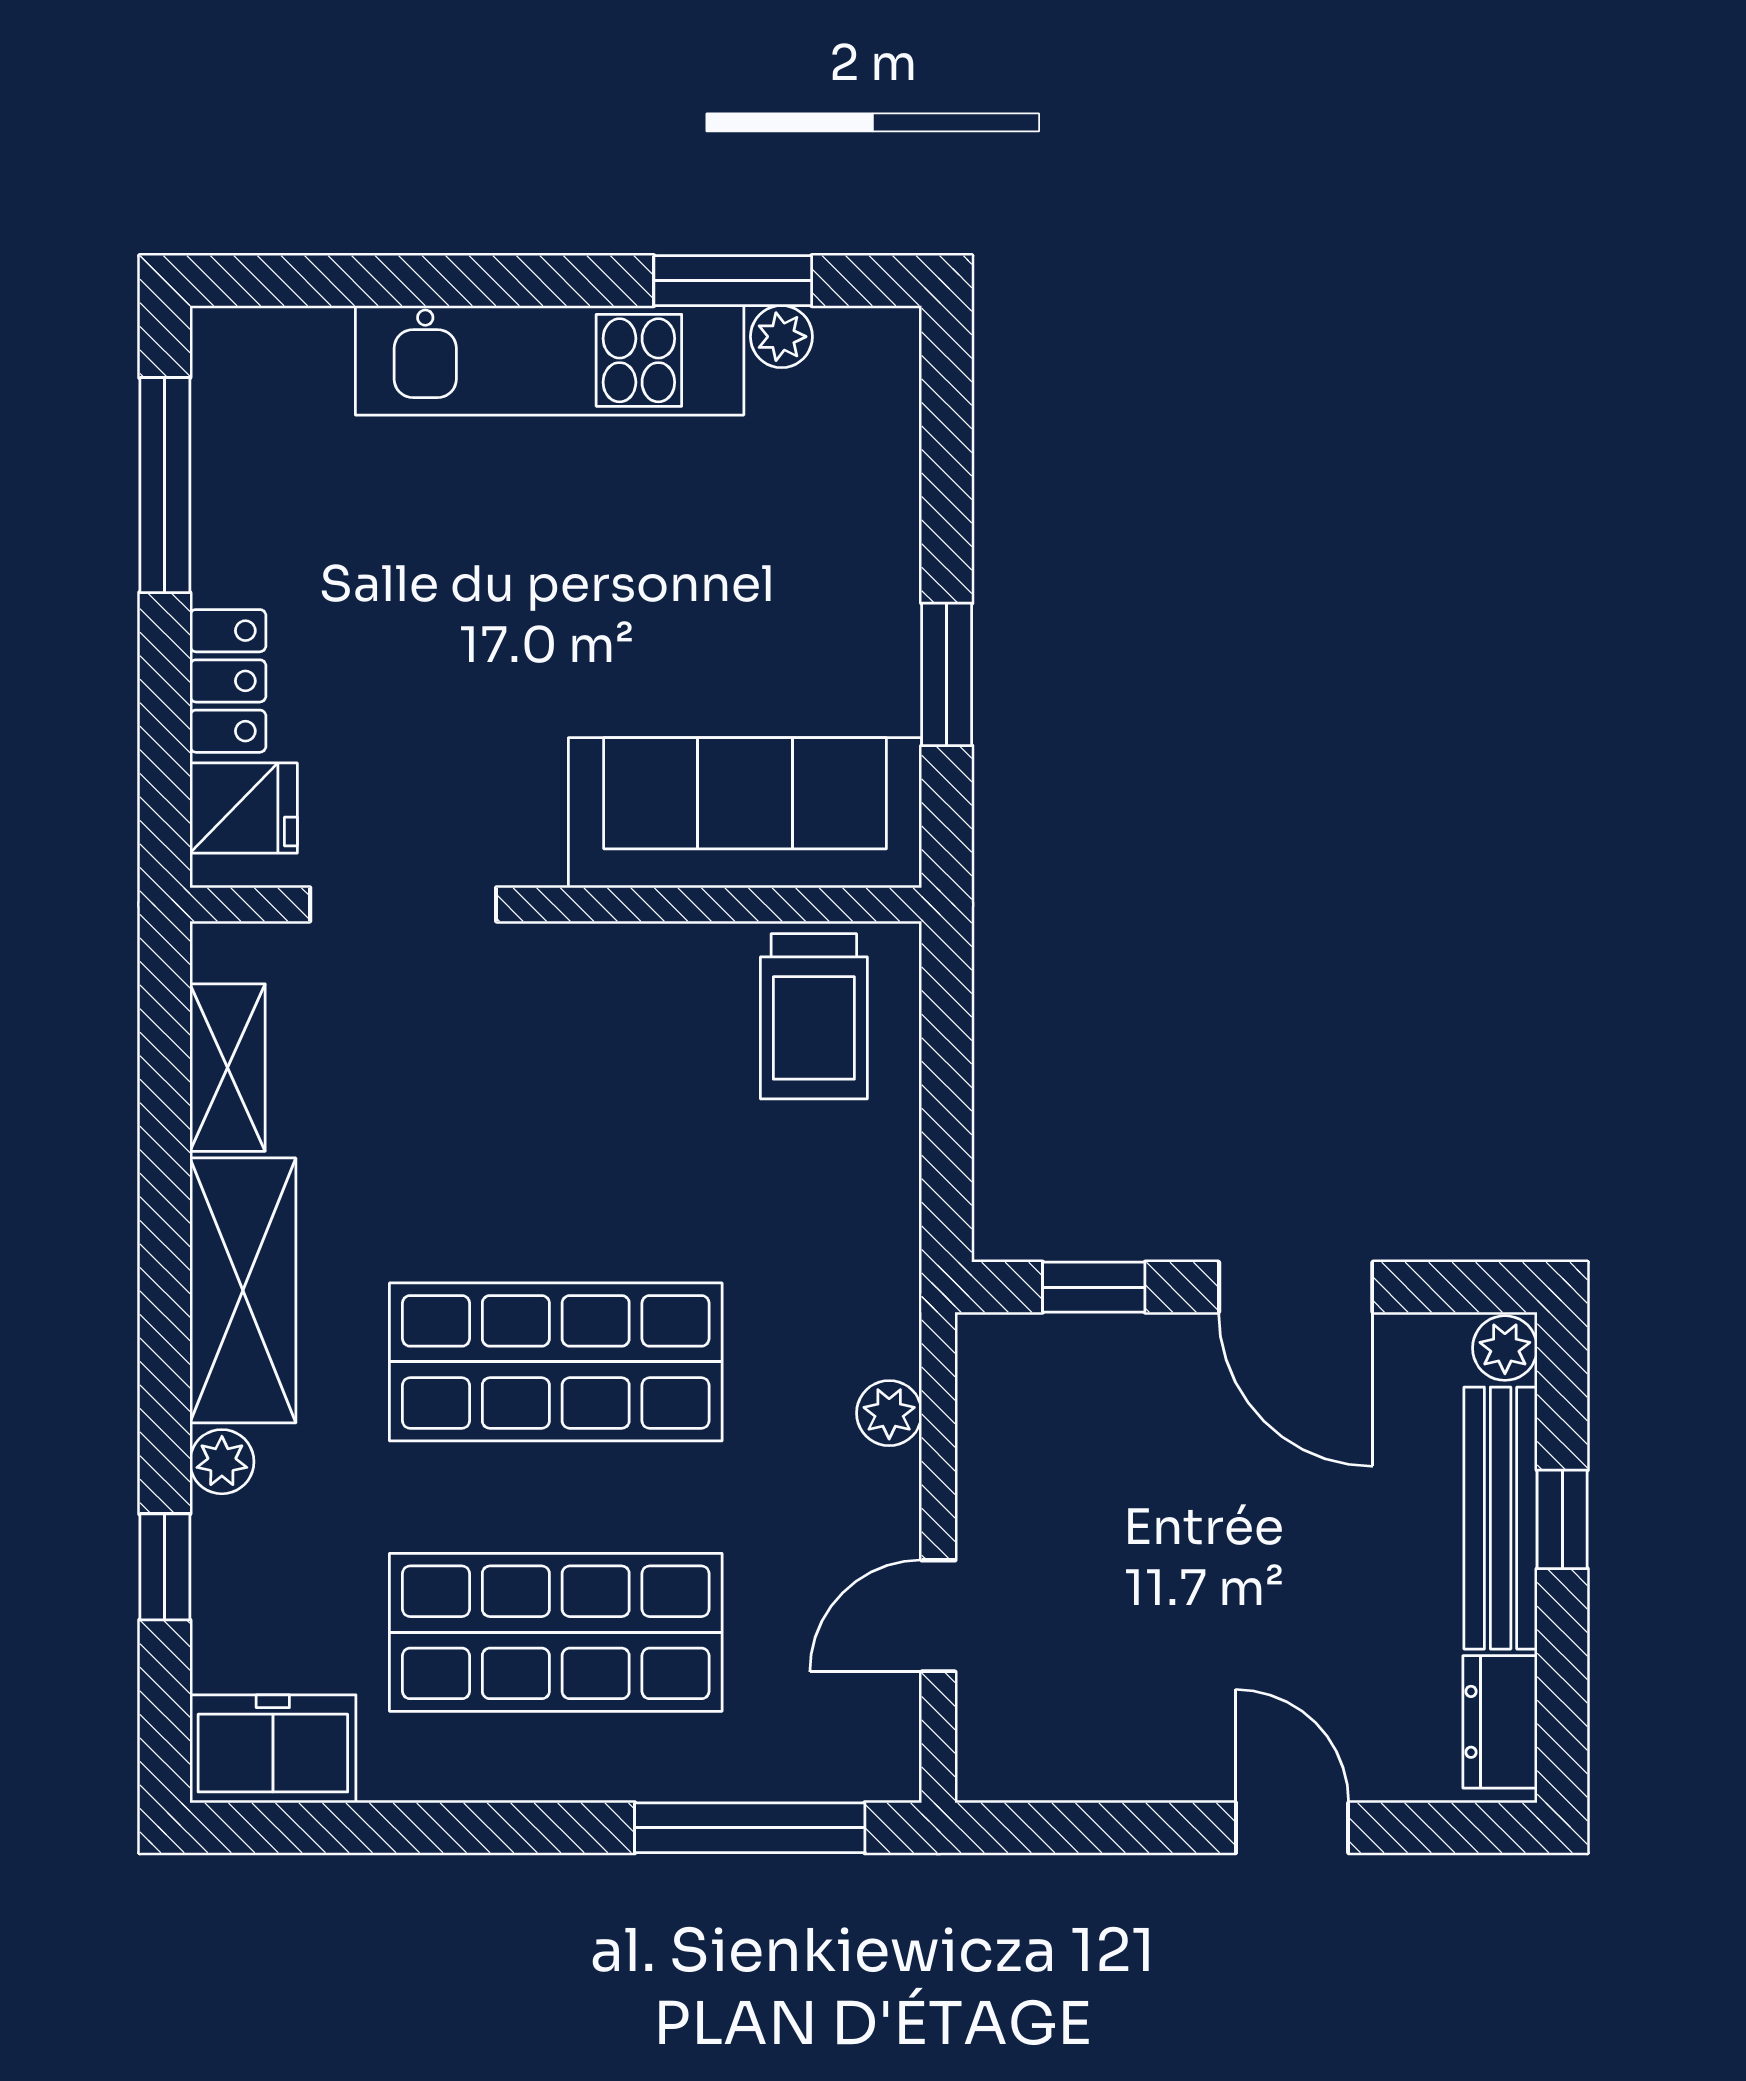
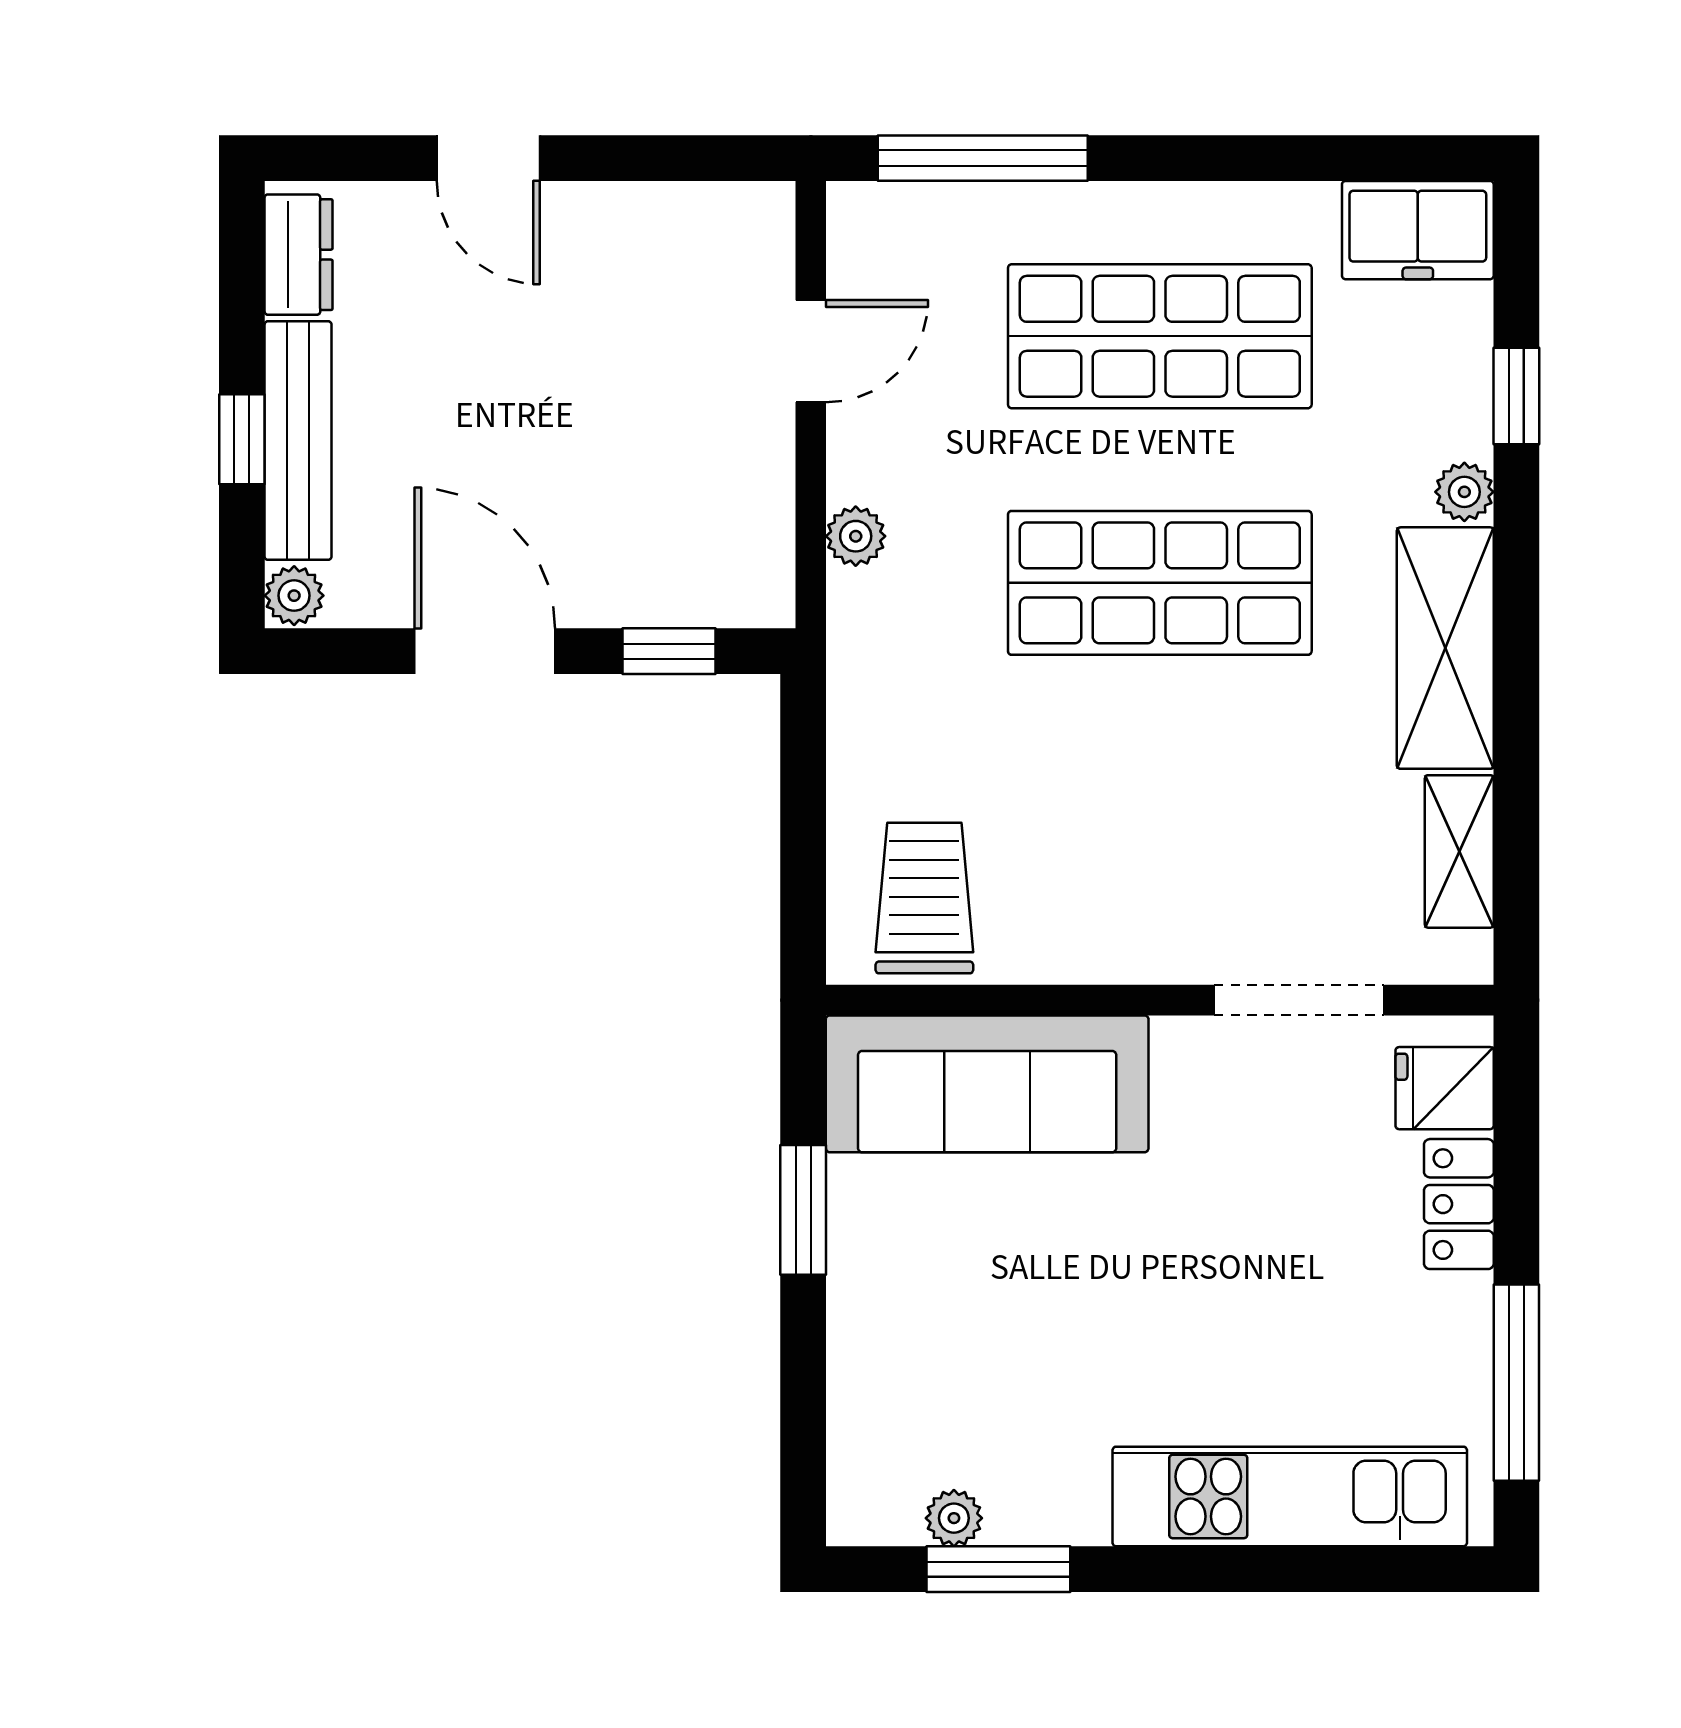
kitchen unit: (550, 360) -> (1290, 1496), moved

